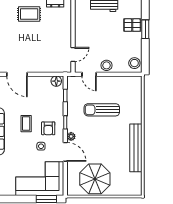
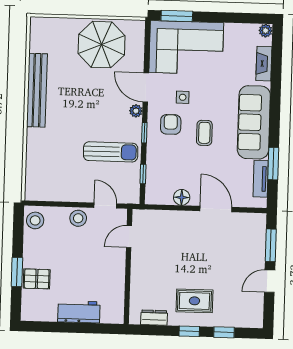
floor lamp: (56, 81) -> (182, 197), moved
sun lounger: (102, 110) -> (111, 152), moved

